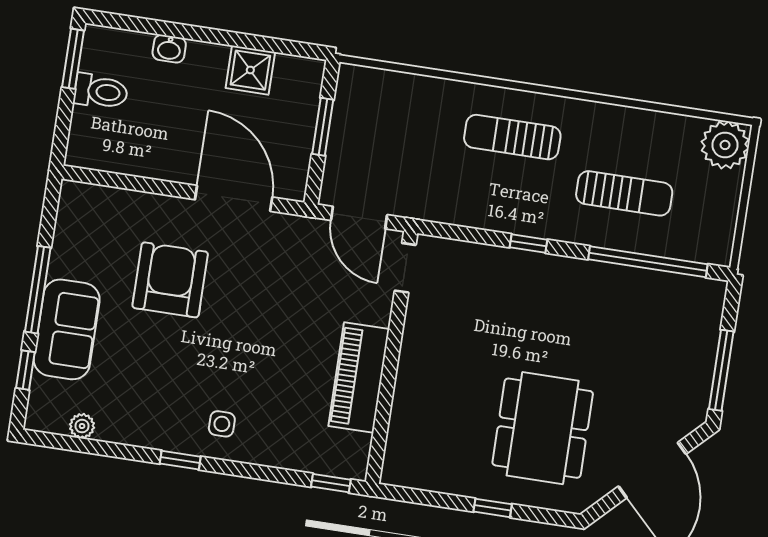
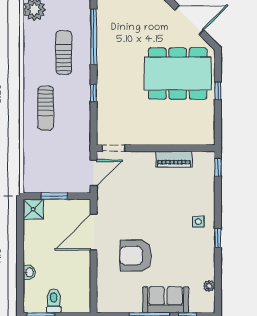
shower: (250, 70) -> (33, 209), moved
piano: (359, 378) -> (174, 159), width x0.73, depth x0.75
dining table: (543, 428) -> (178, 74), width x1.36, depth x1.24

